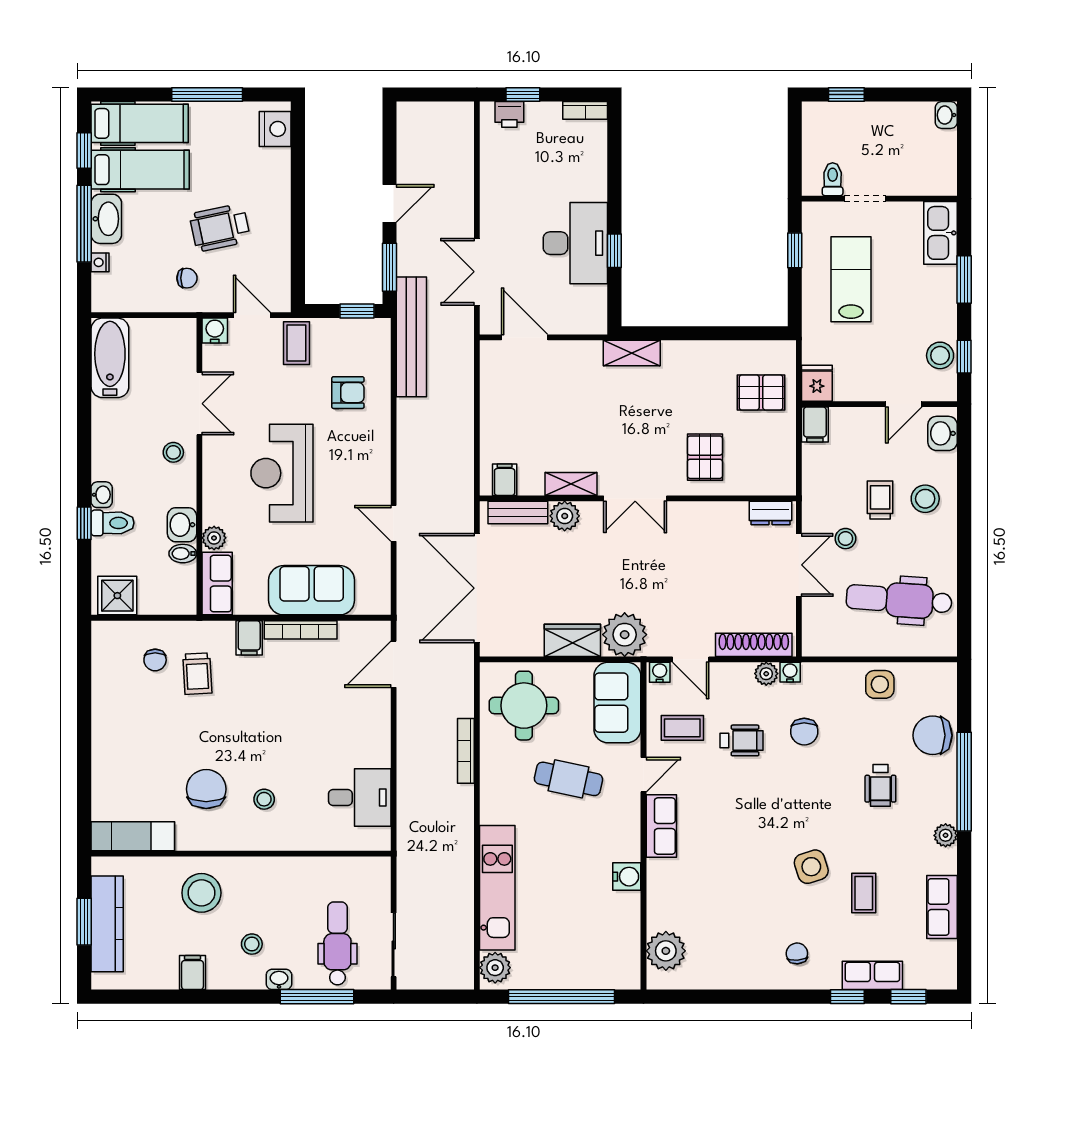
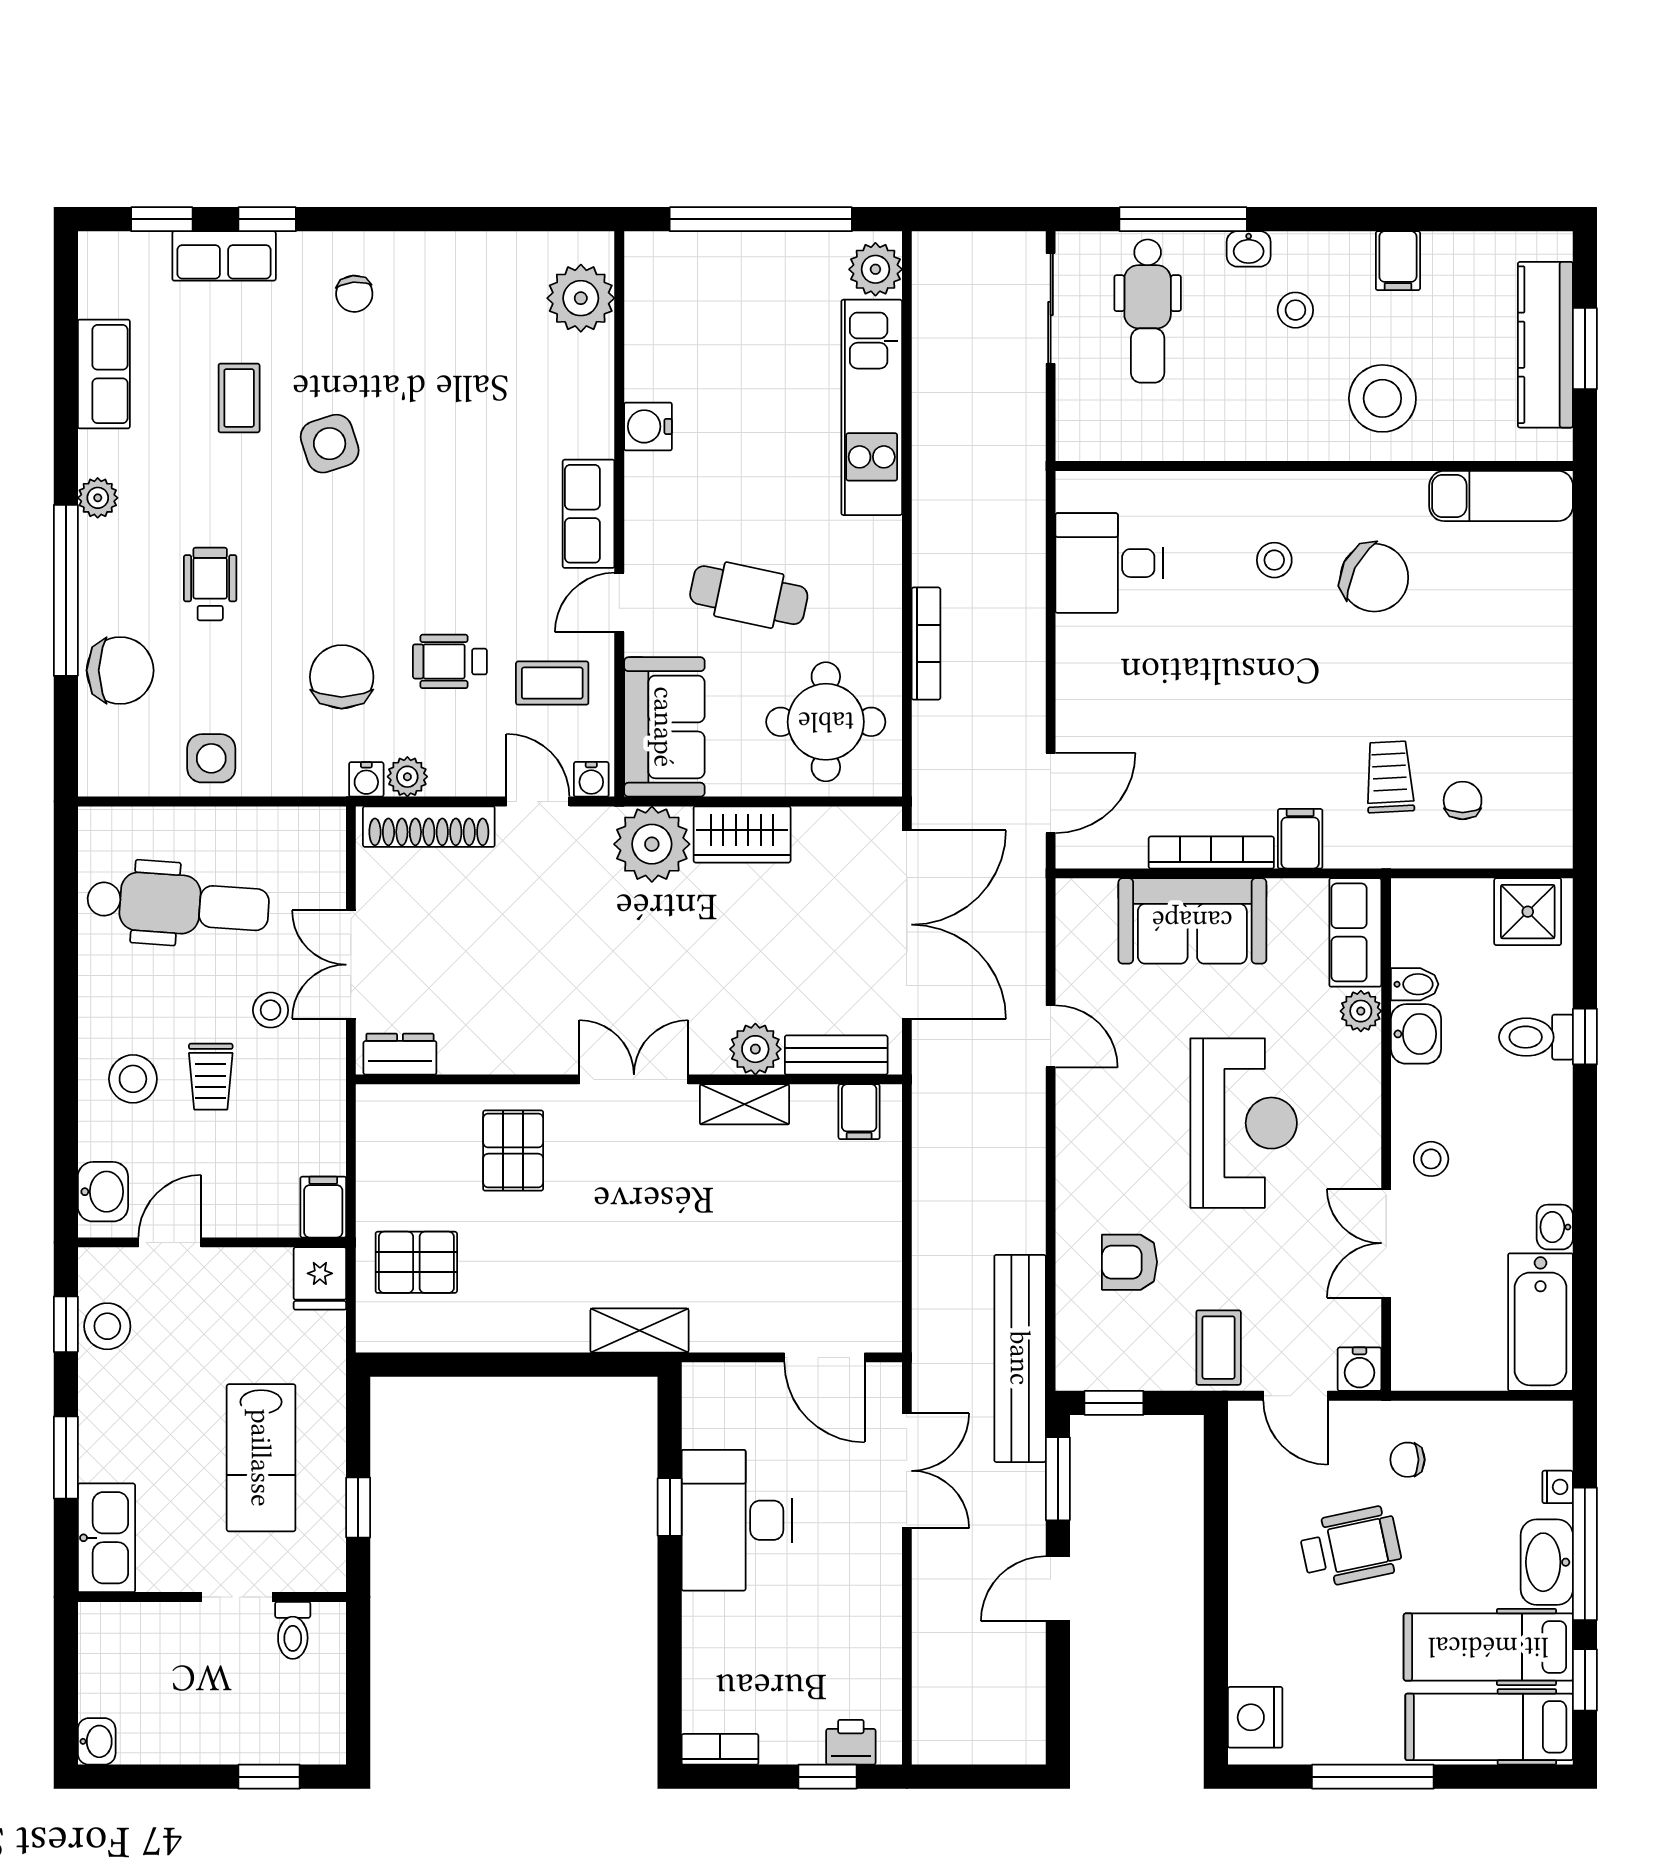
washbasin: (102, 495) -> (1555, 1227), moved
chair: (804, 732) -> (342, 677), width x1.37, depth x1.37
chair: (206, 789) -> (1374, 578), turned -63

